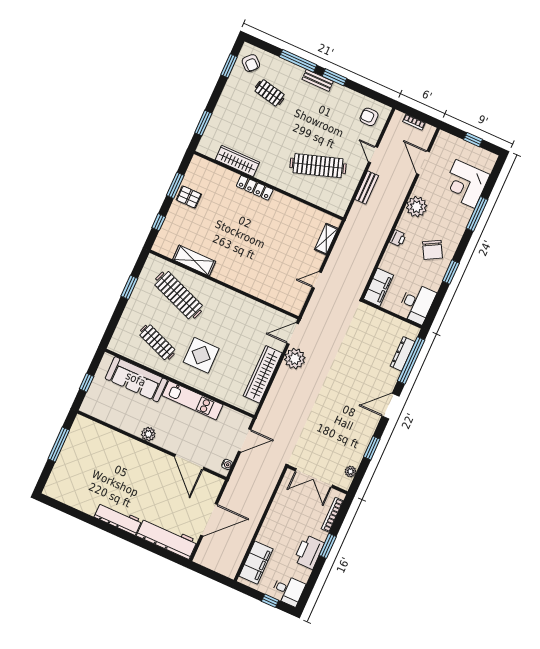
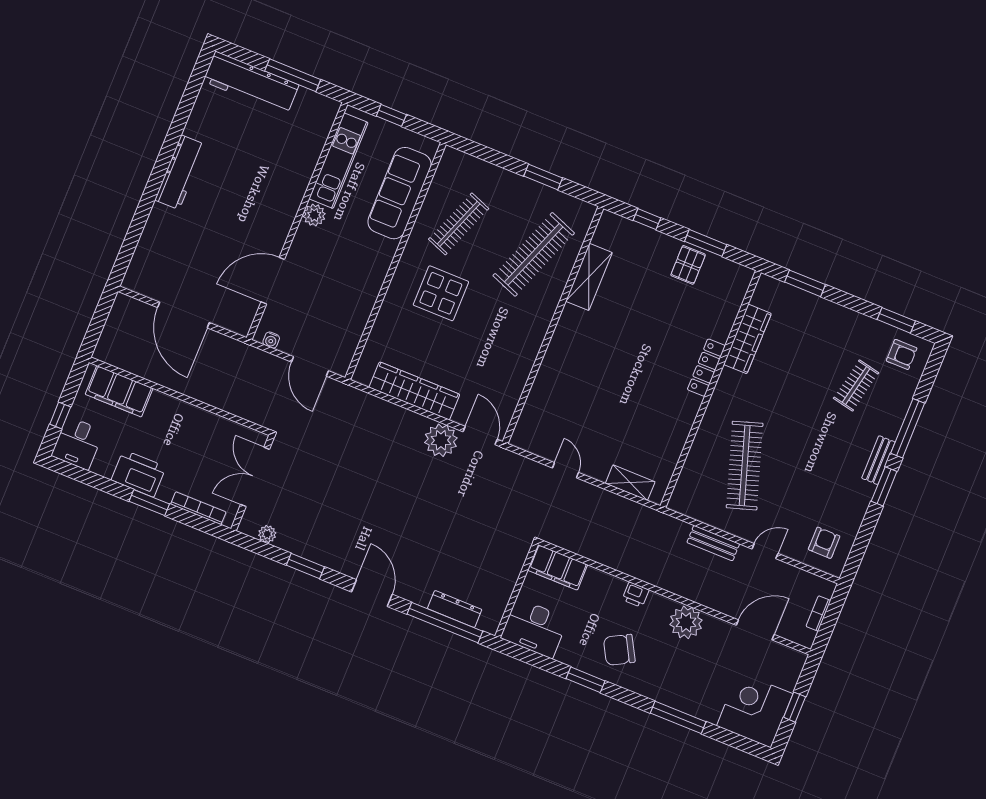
armchair: (251, 63) -> (902, 354), turned -133
corner desk: (465, 184) -> (755, 710), moved
kitchen unit: (192, 400) -> (338, 161), moved, turned 180
workbench: (167, 538) -> (251, 83), moved, turned 90

